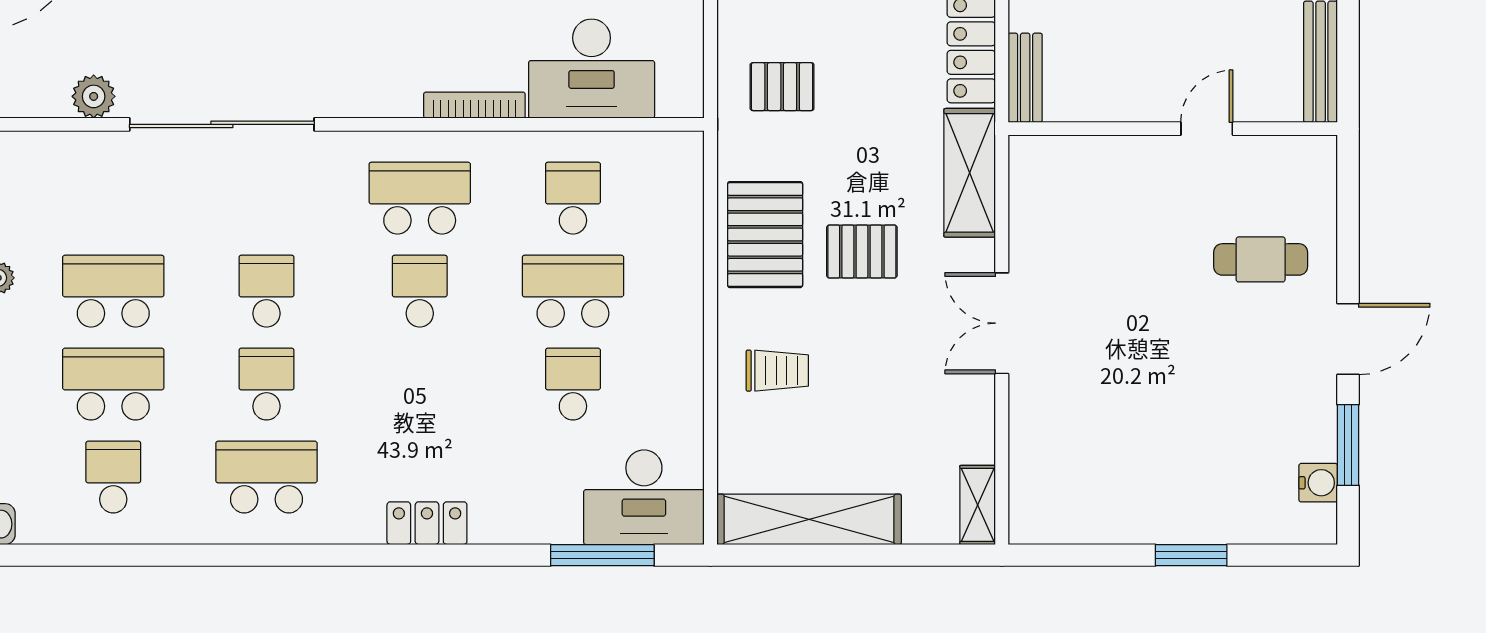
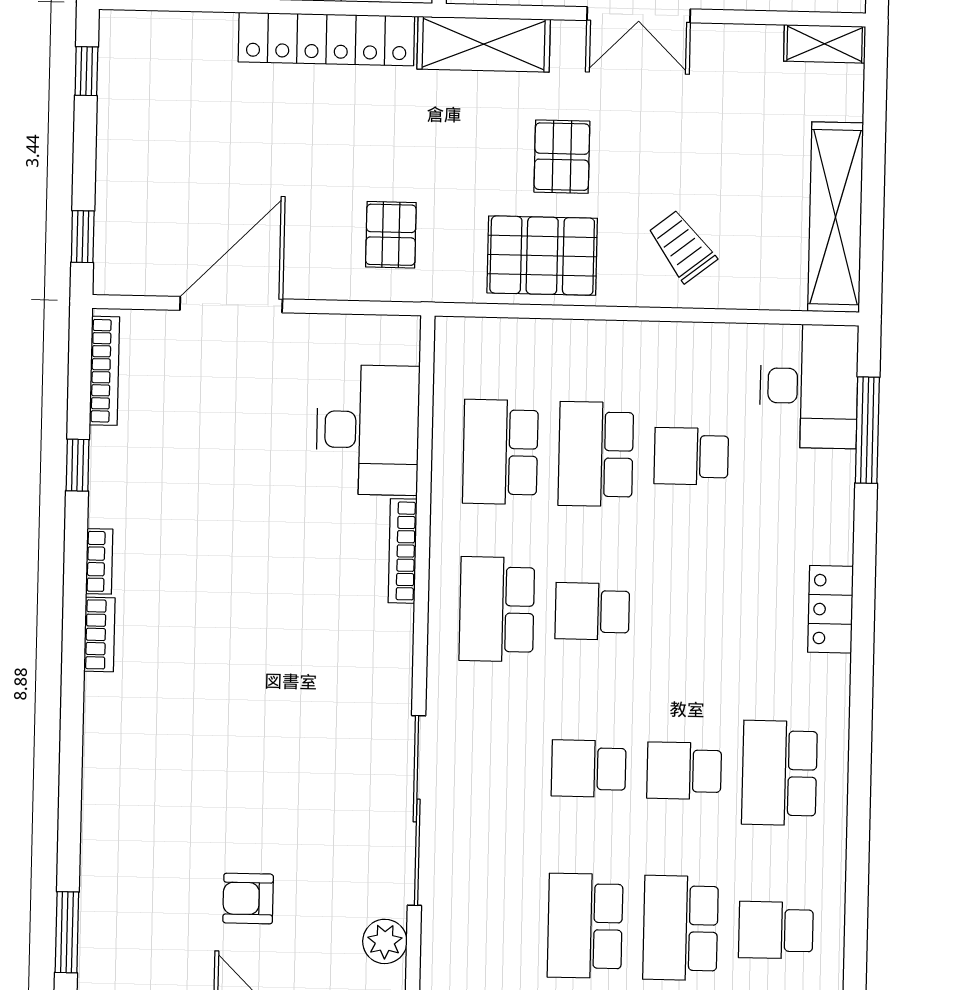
school desk: (573, 198) -> (500, 452), width x1.85
trolley: (777, 371) -> (682, 246), turned -38

